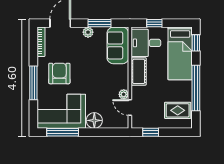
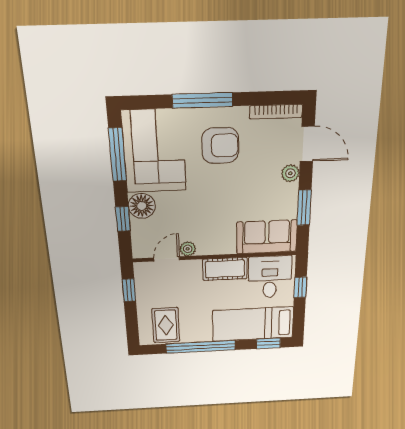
plant: (88, 32) -> (290, 173), moved
window: (102, 132) -> (123, 219), added

